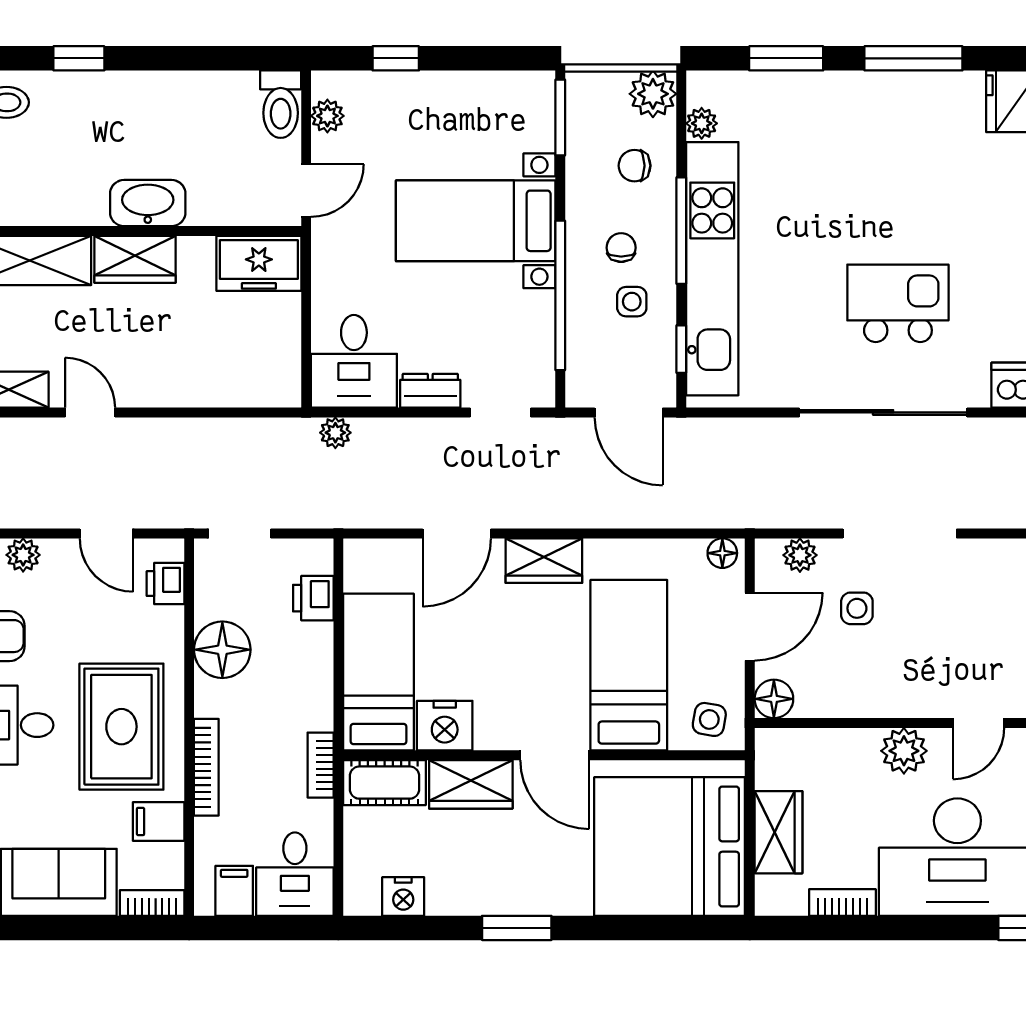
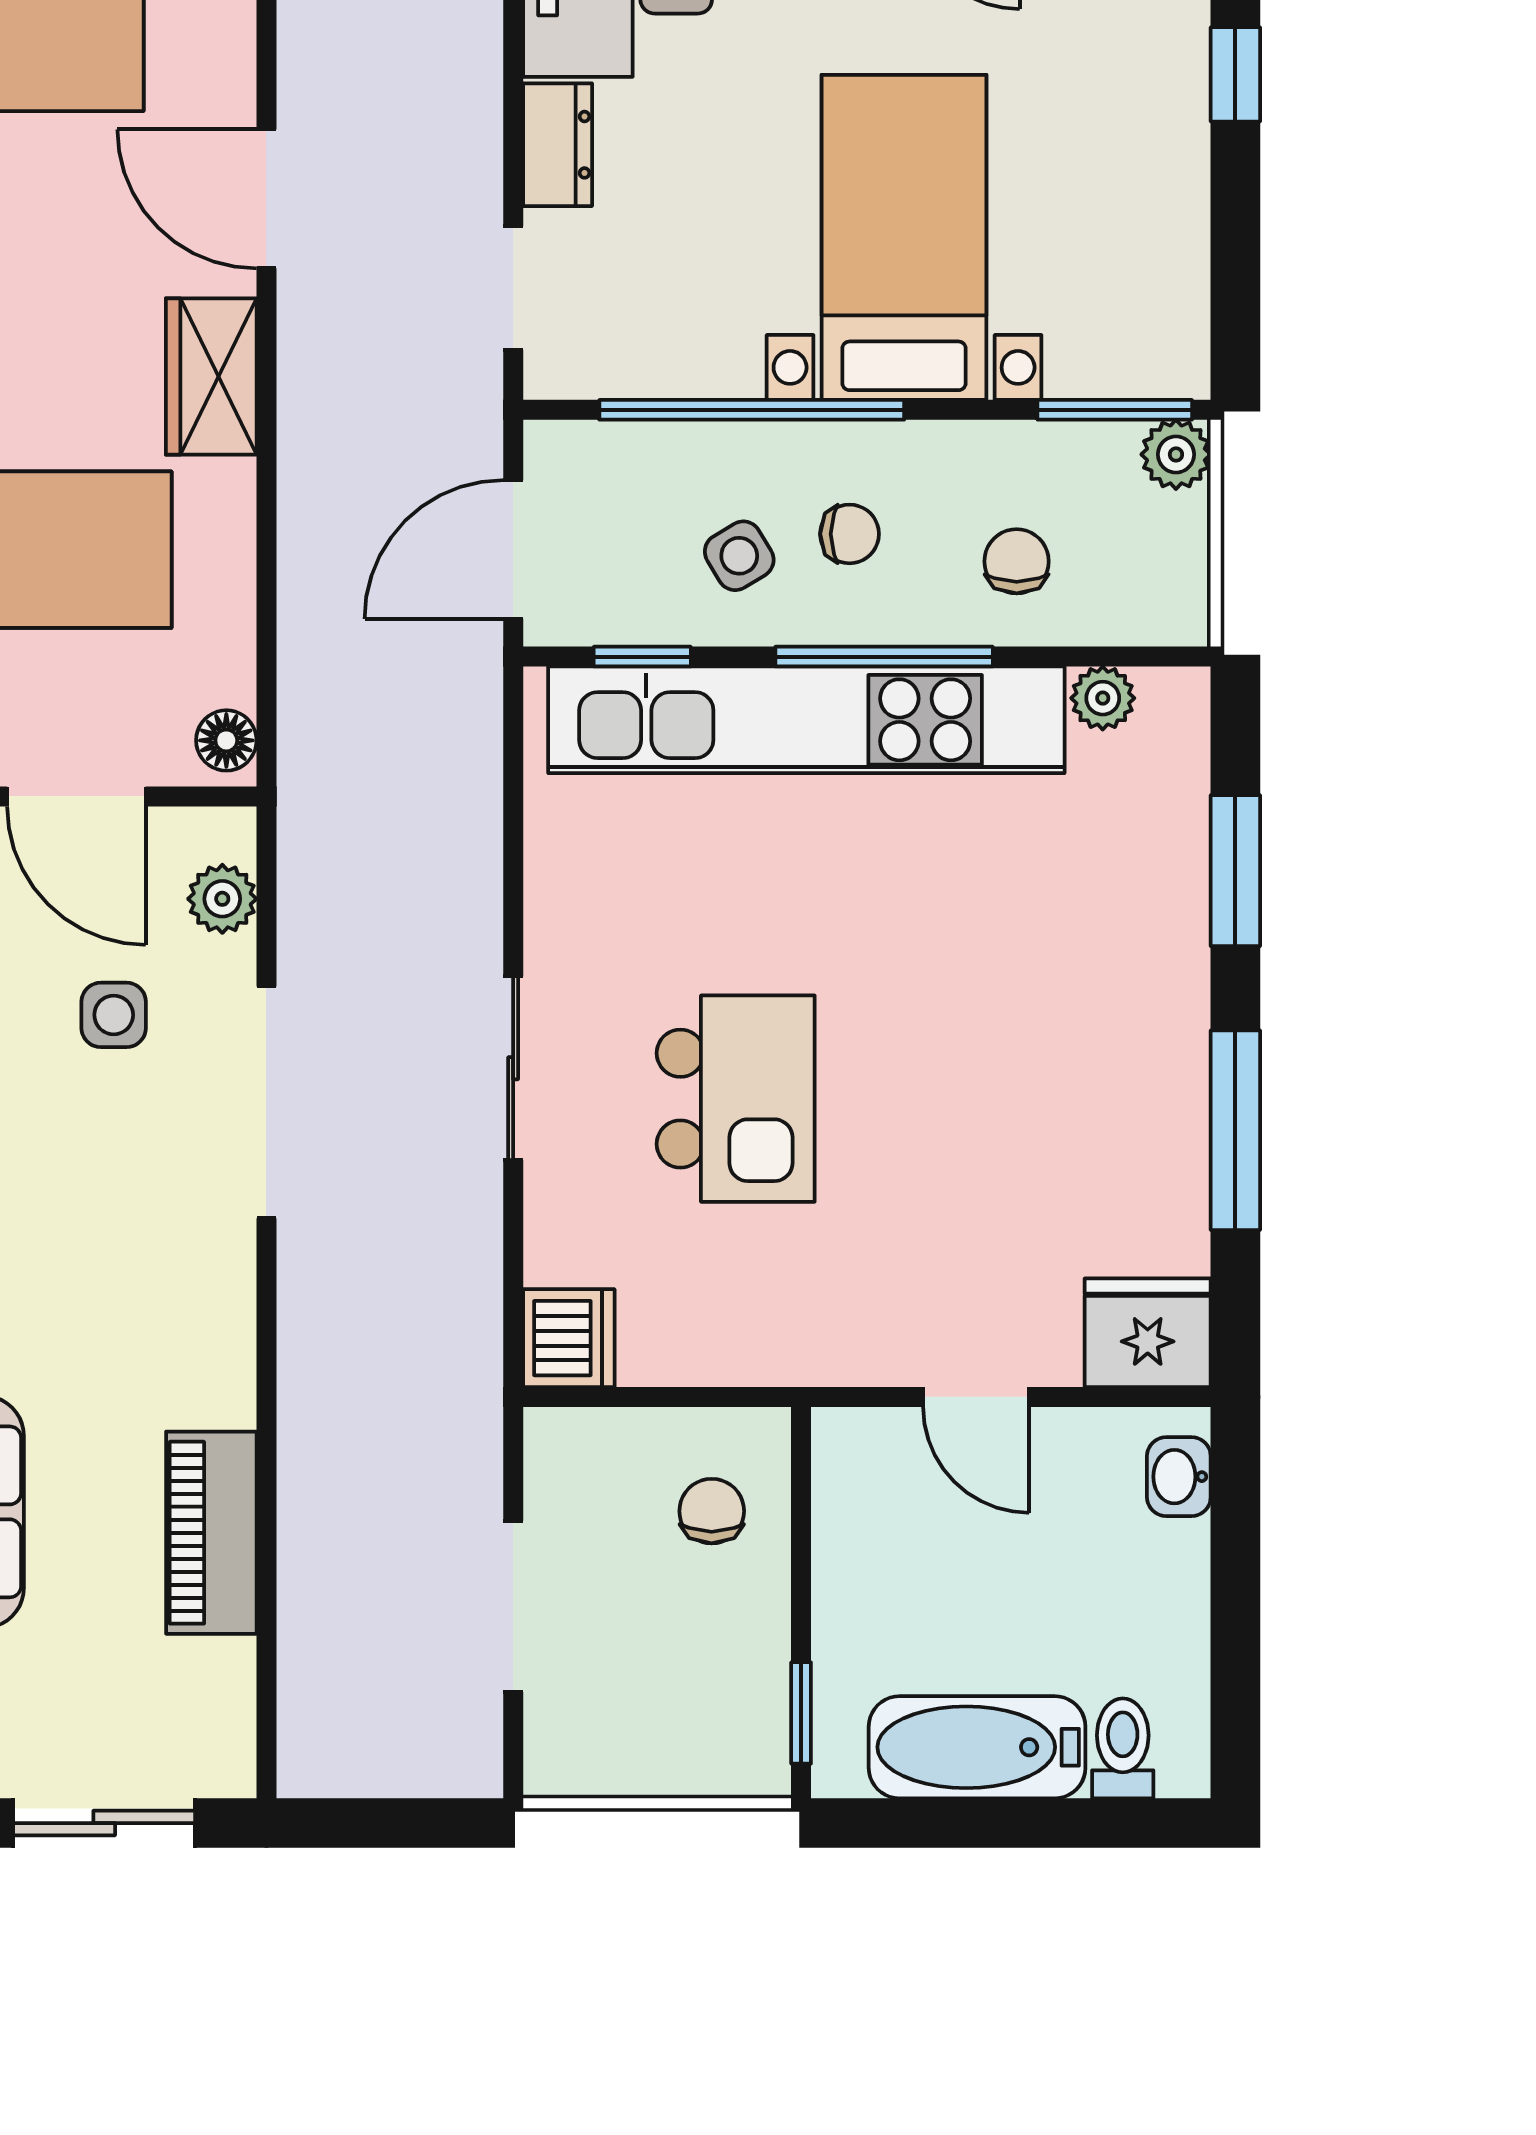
plant: (653, 94) -> (1176, 454), moved, width x0.73, depth x0.73
side table: (632, 302) -> (739, 556), turned -31
sliding door: (883, 412) -> (513, 1068), width x0.54

